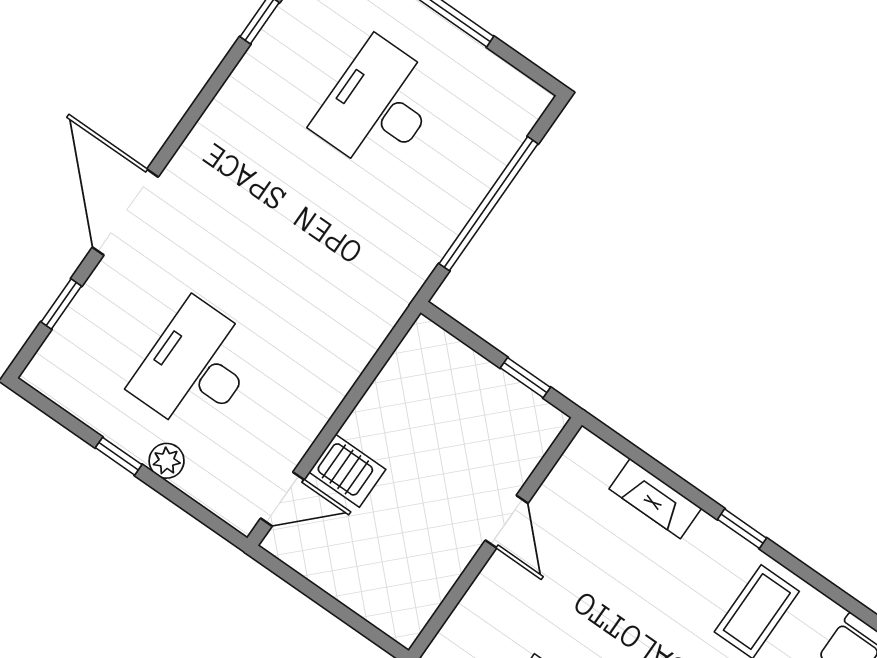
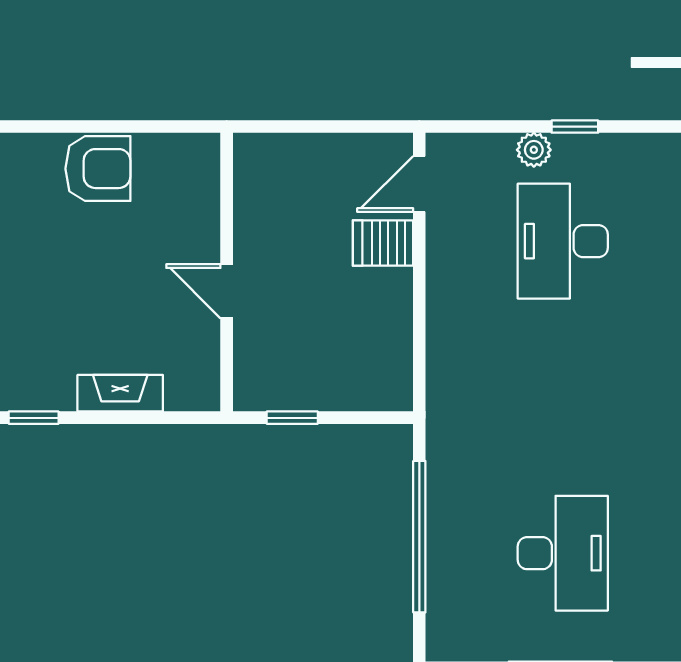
desk: (196, 367) -> (563, 241), turned 180

